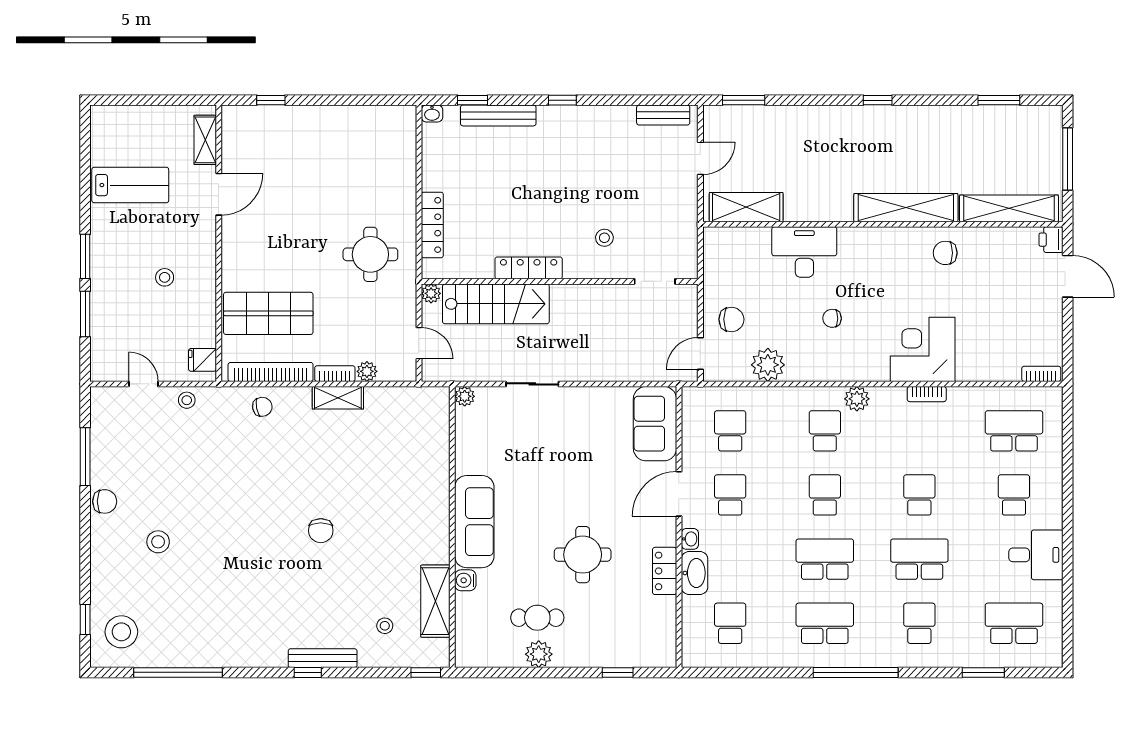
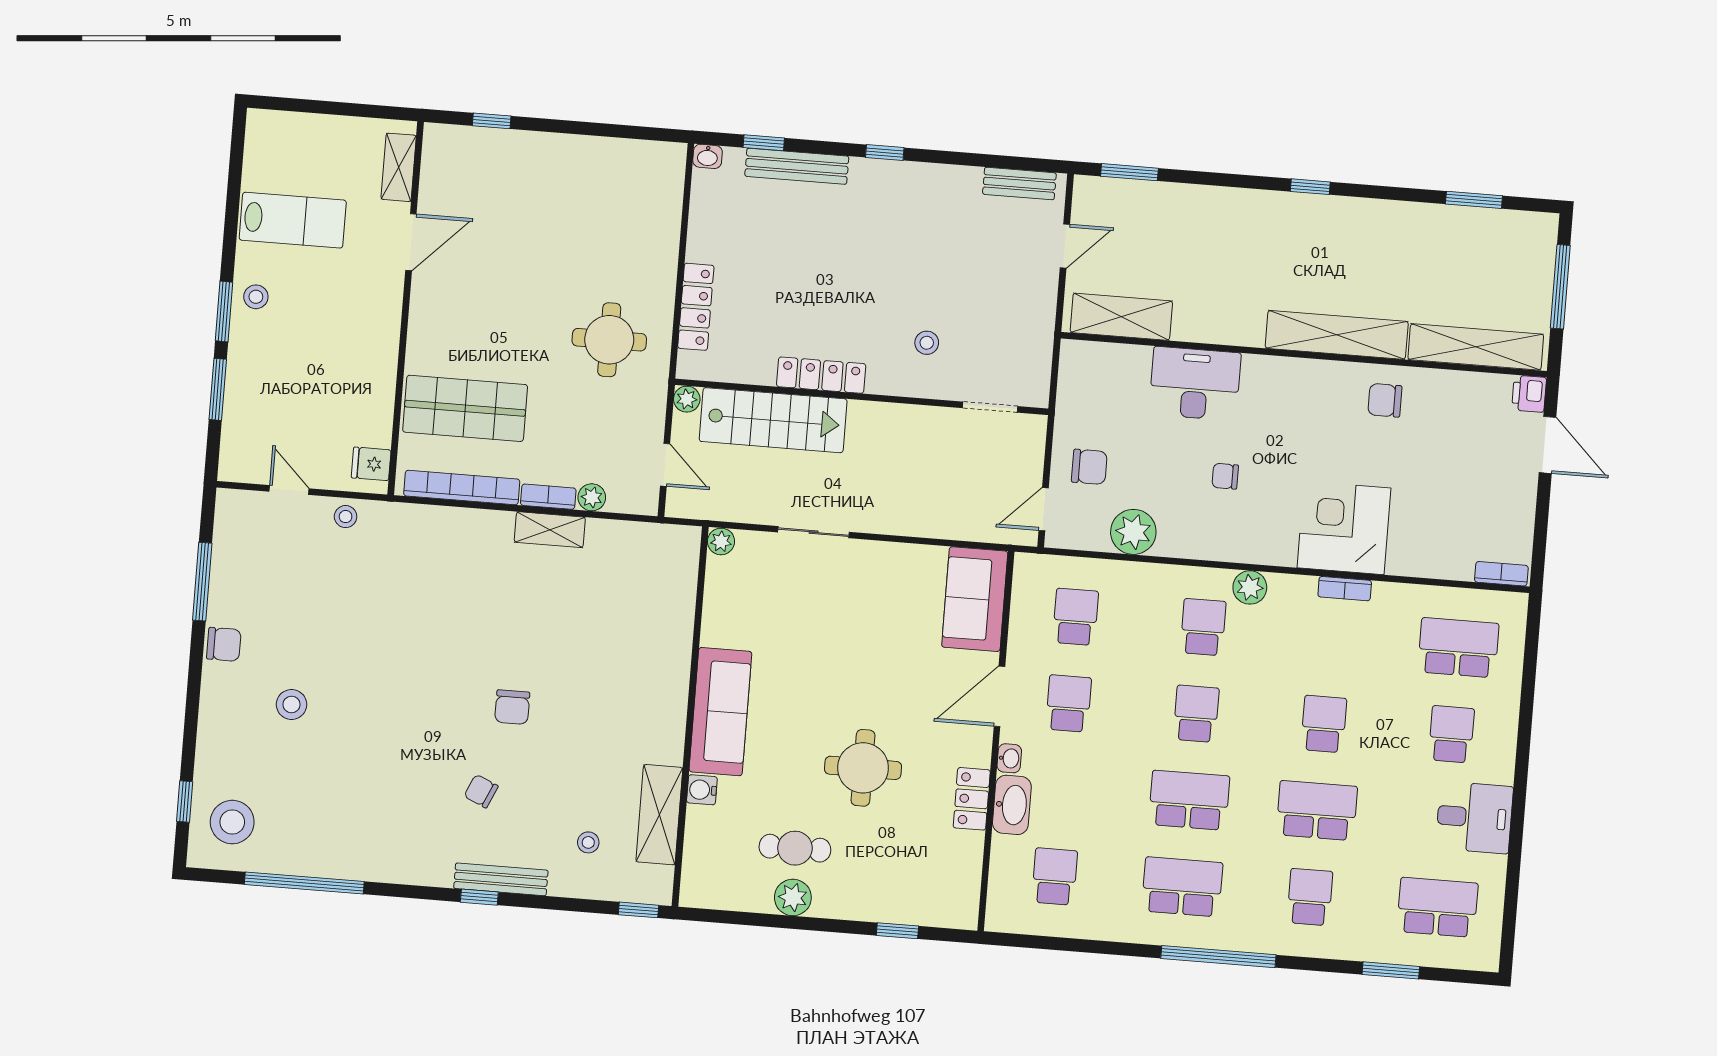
stool: (165, 277) -> (256, 297), moved
chair: (262, 407) -> (481, 791), moved, turned -145

